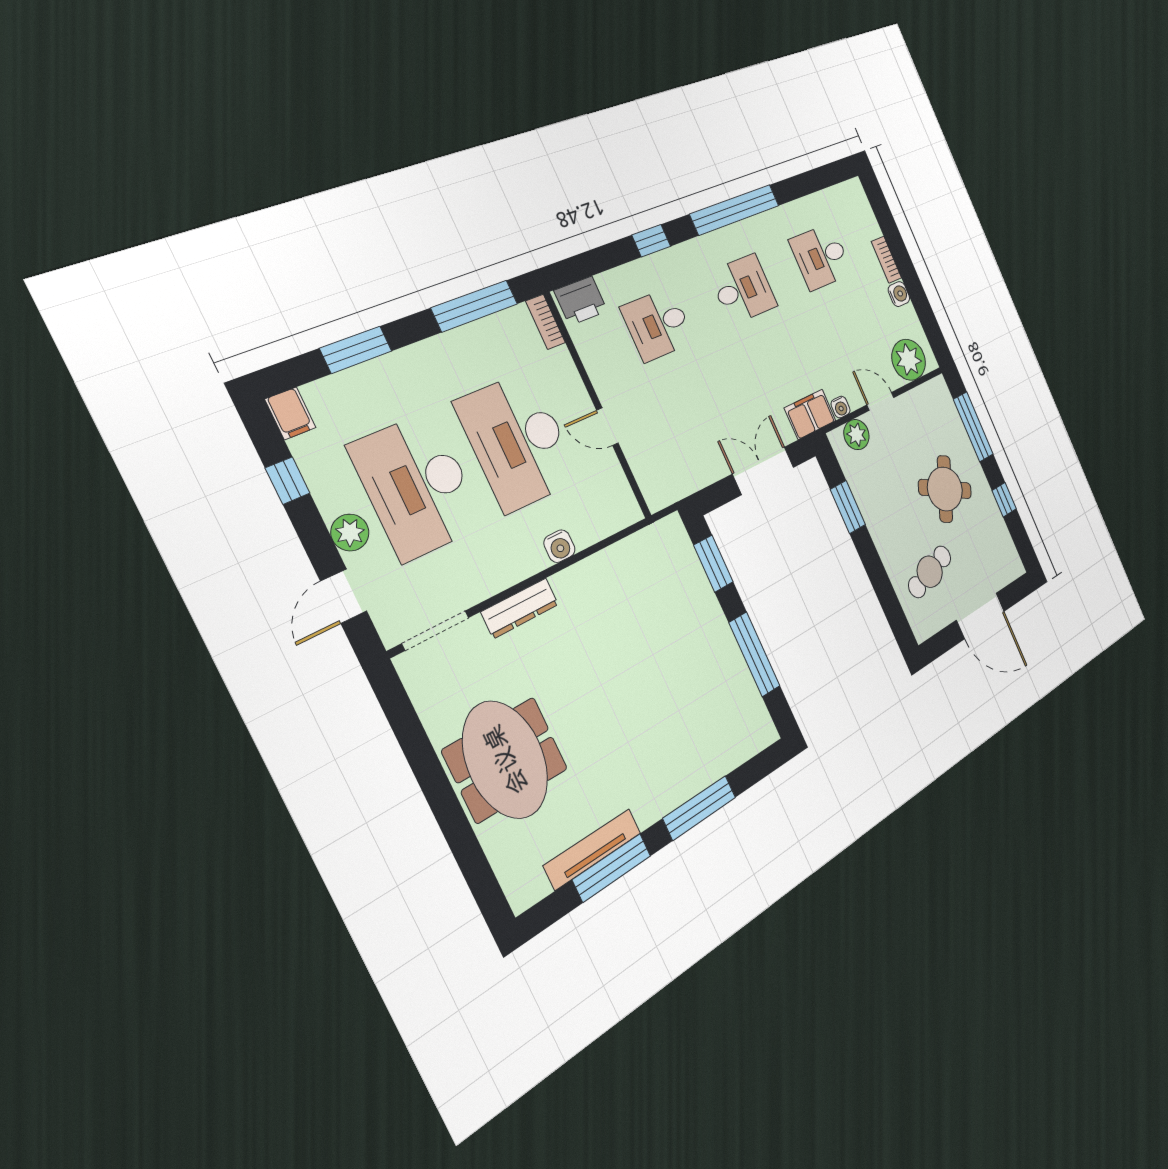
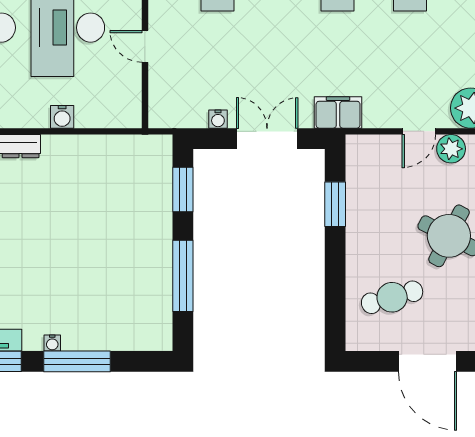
door: (880, 401) -> (419, 131), swing flipped
water cooler: (841, 407) -> (218, 119), moved
plant: (856, 435) -> (451, 149), moved
water cooler: (666, 804) -> (52, 343), added

